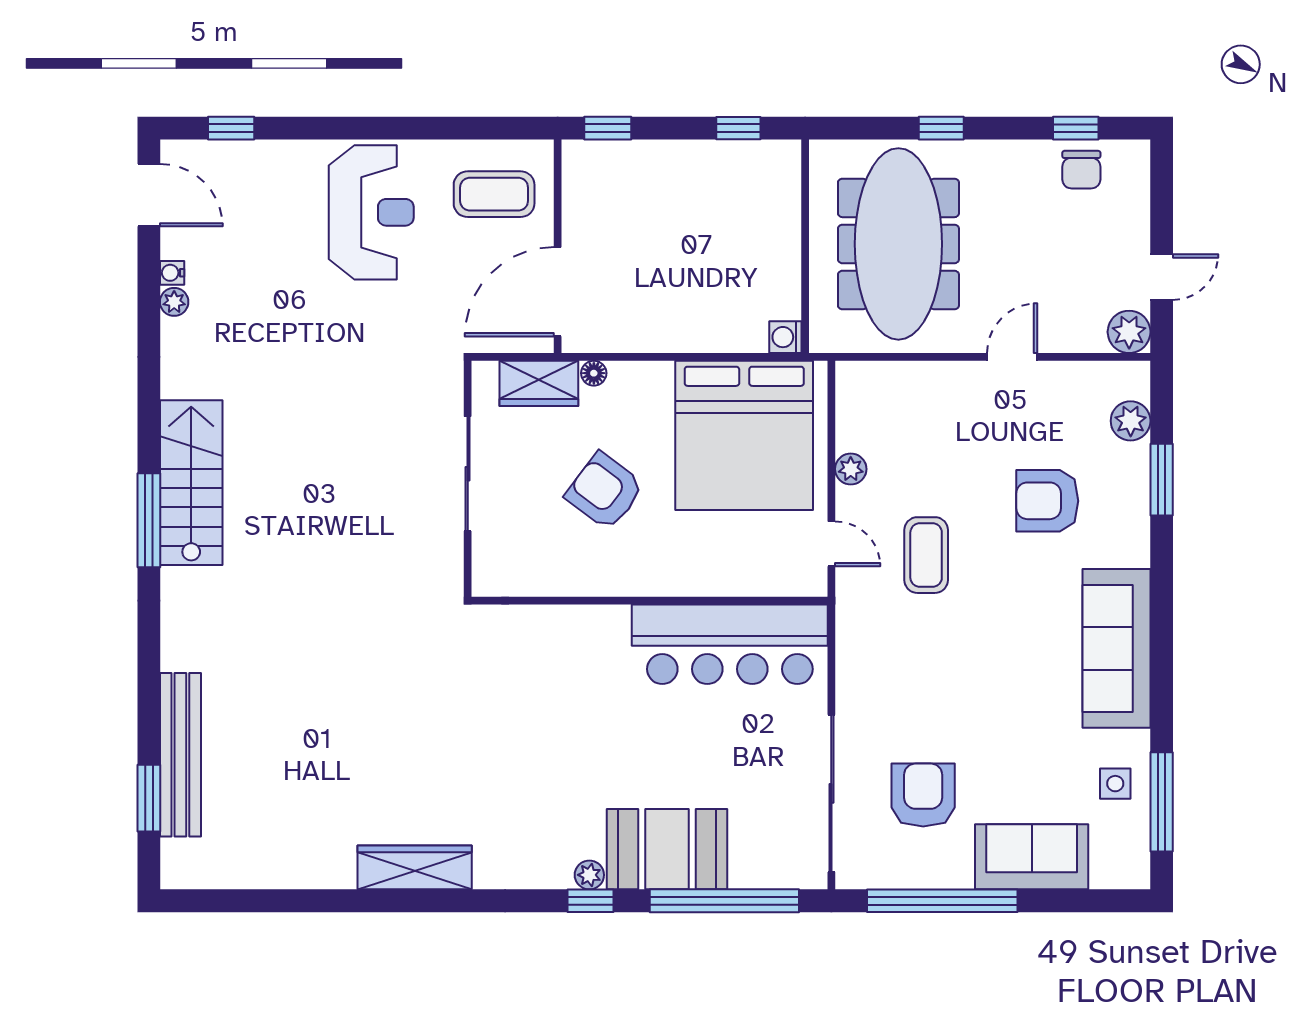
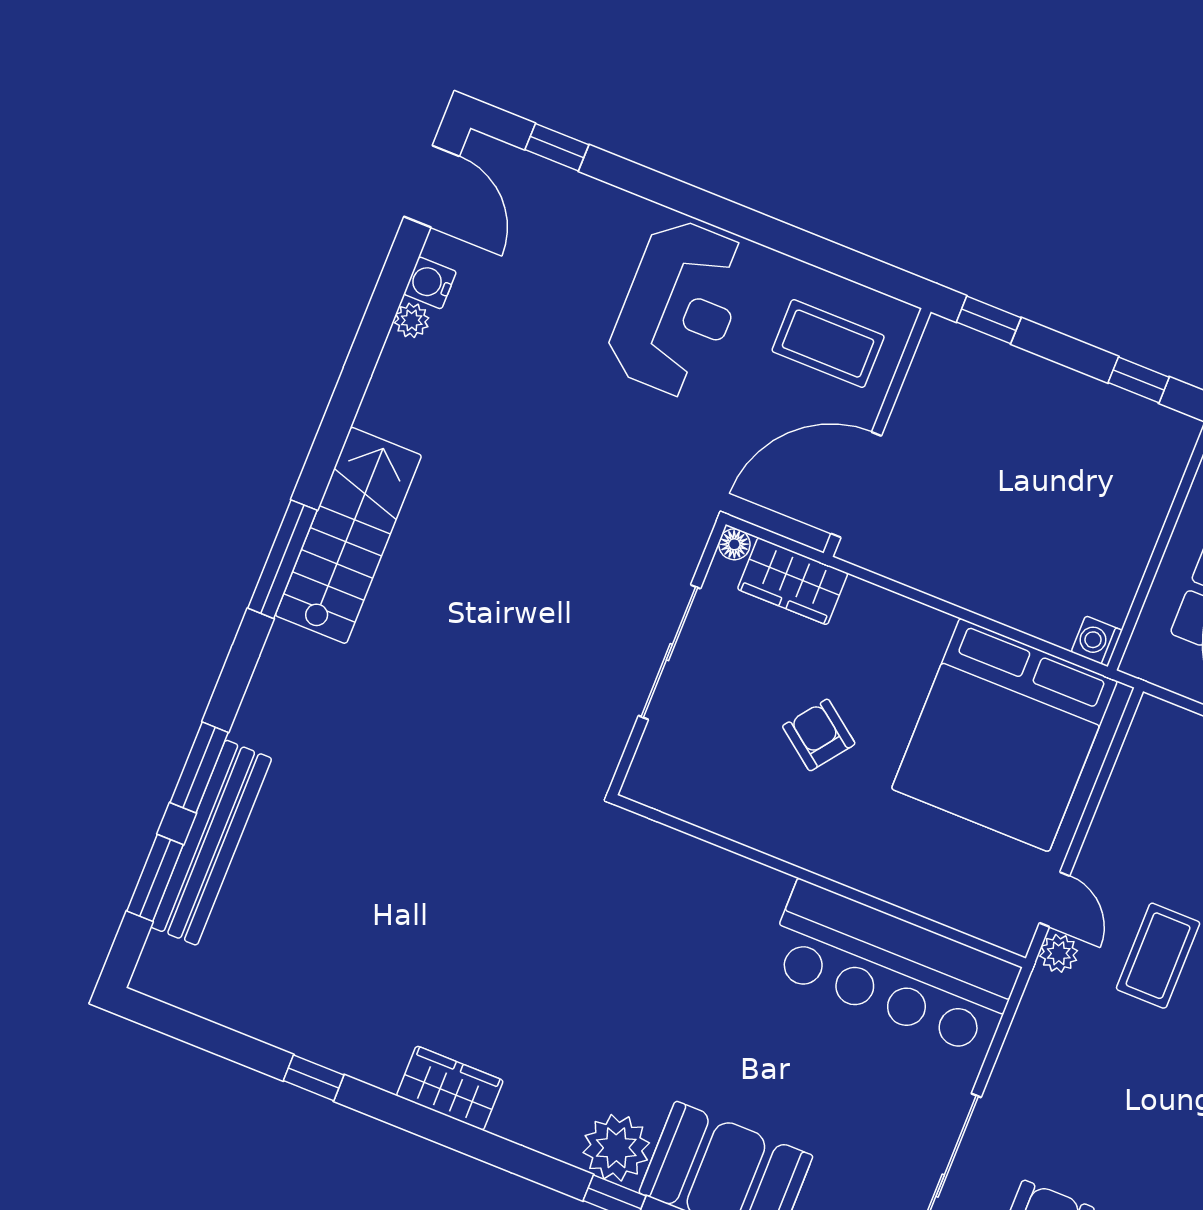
water cooler: (172, 273) -> (430, 283), width x1.38, depth x1.38
floor lamp: (594, 373) -> (734, 544), moved
plant: (851, 469) -> (1059, 953), moved
armchair: (605, 491) -> (819, 735), width x0.72, depth x0.72
window: (149, 702) -> (199, 767), added
wardrobe: (415, 867) -> (450, 1088), width x0.67
plant: (589, 875) -> (616, 1148), width x1.88, depth x1.88
window: (328, 901) -> (314, 1078), added

